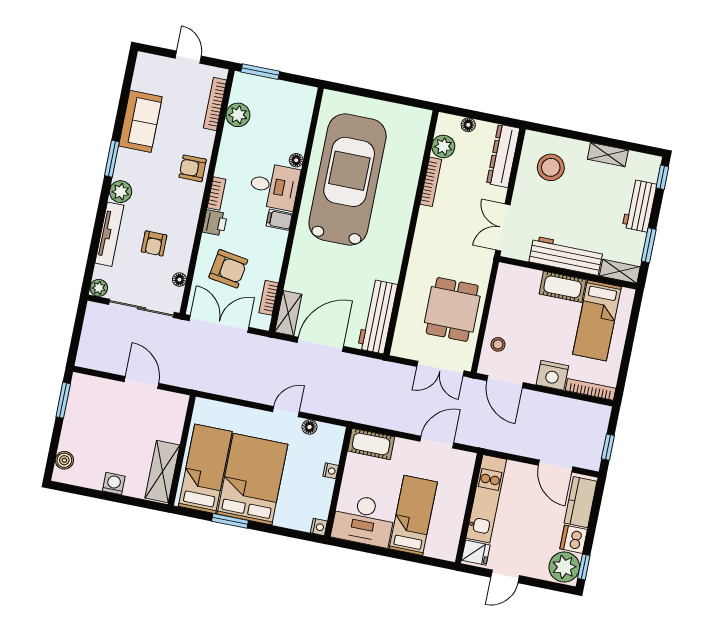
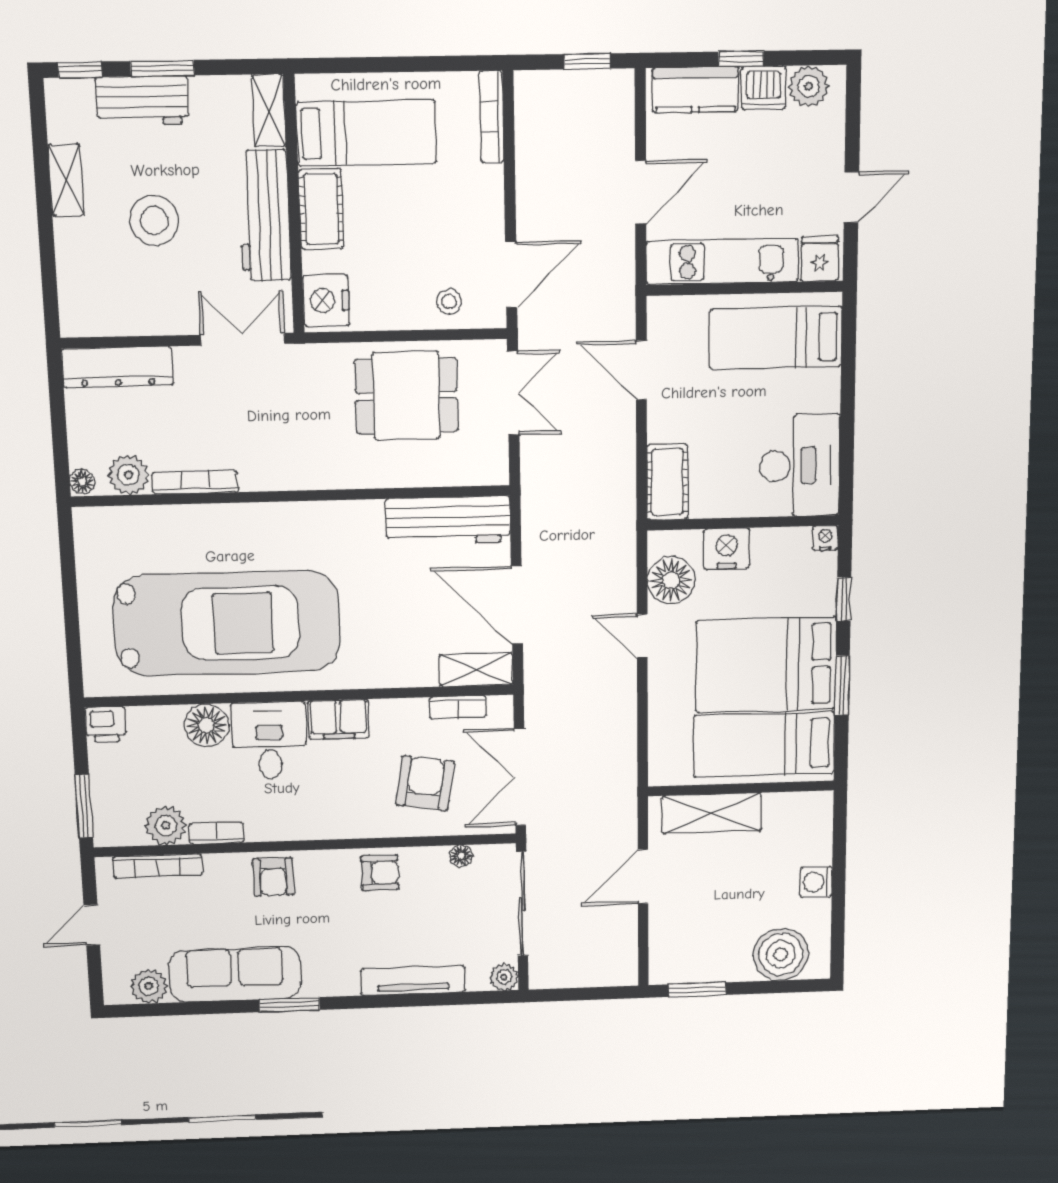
sofa: (140, 121) -> (235, 974), width x1.36
floor lamp: (468, 125) -> (82, 481), moved
floor lamp: (296, 160) -> (207, 725), width x1.89, depth x1.89
stool: (551, 167) -> (154, 220), moved
car: (348, 180) -> (227, 623), turned 180
plant: (121, 192) -> (149, 986), moved
bookcase: (216, 193) -> (217, 833), moved
filing cabinet: (279, 220) -> (339, 719), width x2.00
printer: (215, 223) -> (106, 725), moved, turned 180
double door: (503, 227) -> (243, 339), swing flipped
armchair: (154, 243) -> (380, 873), moved
window: (649, 245) -> (162, 68), moved
nightstand: (552, 375) -> (326, 301), moved, turned 180
floor lamp: (309, 427) -> (671, 580), width x1.89, depth x1.89
boiler: (64, 460) -> (781, 954), width x1.86, depth x1.86
door: (556, 466) -> (641, 192), moved
nightstand: (331, 471) -> (727, 549), width x1.89, depth x1.79
shelving: (162, 472) -> (712, 813), moved
bed: (413, 515) -> (776, 338), moved
window: (281, 531) -> (844, 599), added
plant: (564, 567) -> (809, 86), width x0.73, depth x0.73
window: (584, 567) -> (741, 59), moved
door: (505, 576) -> (851, 197), hinge flipped

